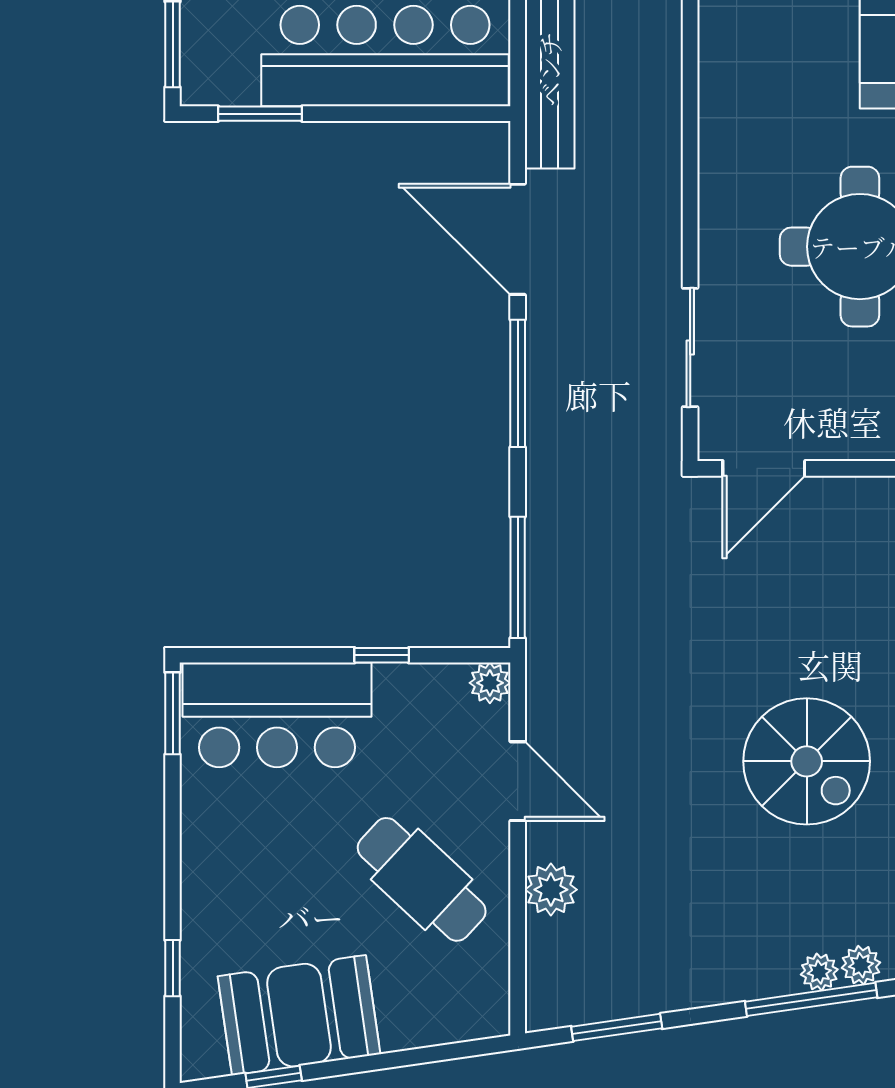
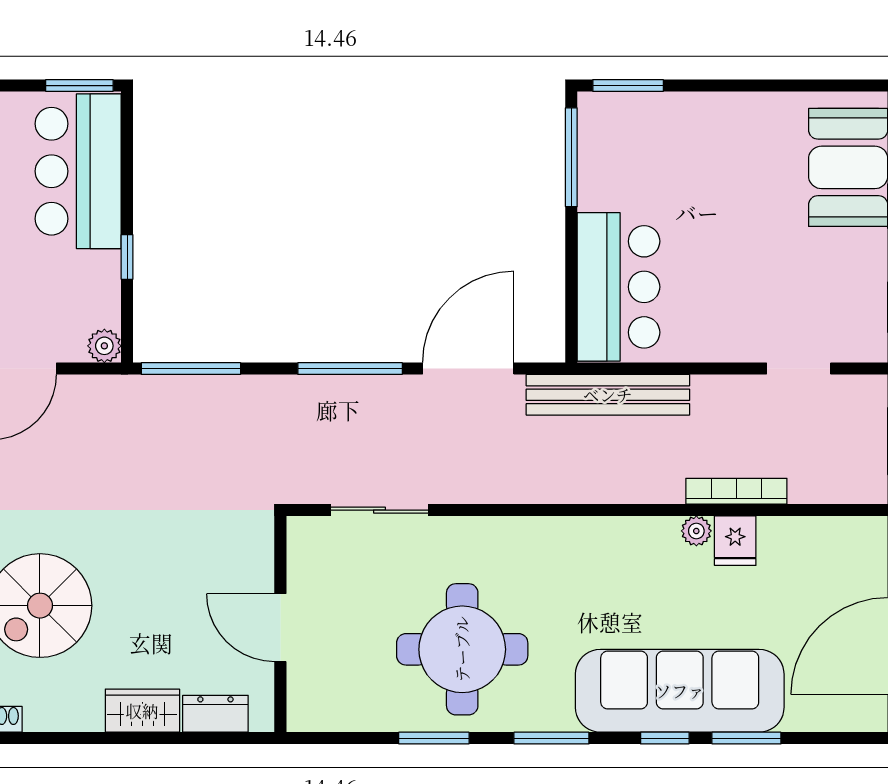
bar counter: (385, 56) -> (618, 287), width x0.73
window: (260, 114) -> (571, 157), width x1.44
door: (764, 468) -> (280, 628), moved

